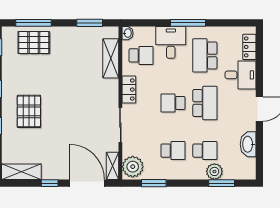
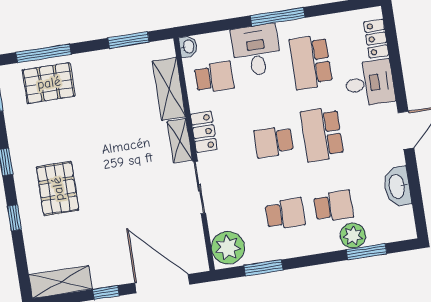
school desk: (205, 103) -> (322, 134), turned 180
shelving: (112, 166) -> (180, 141), moved

